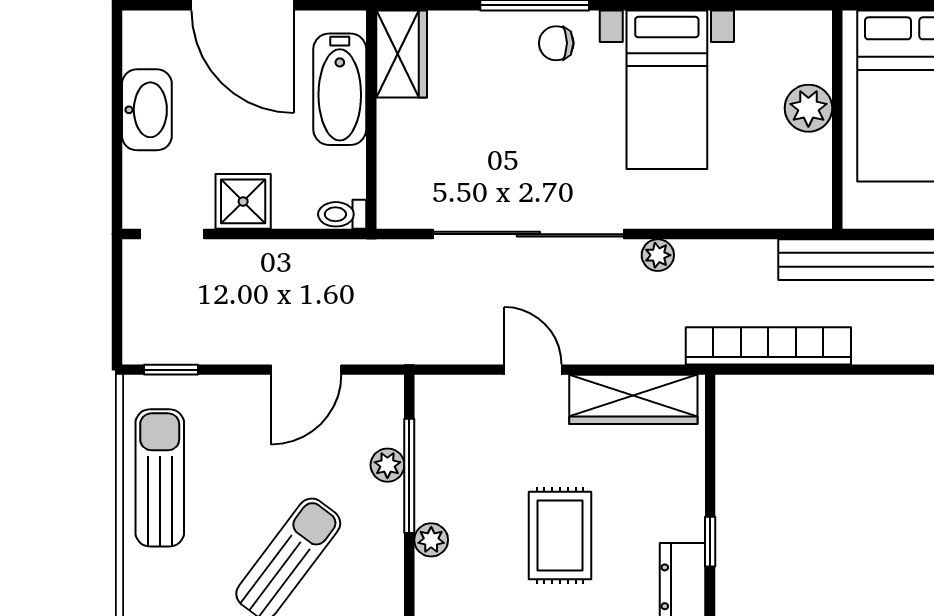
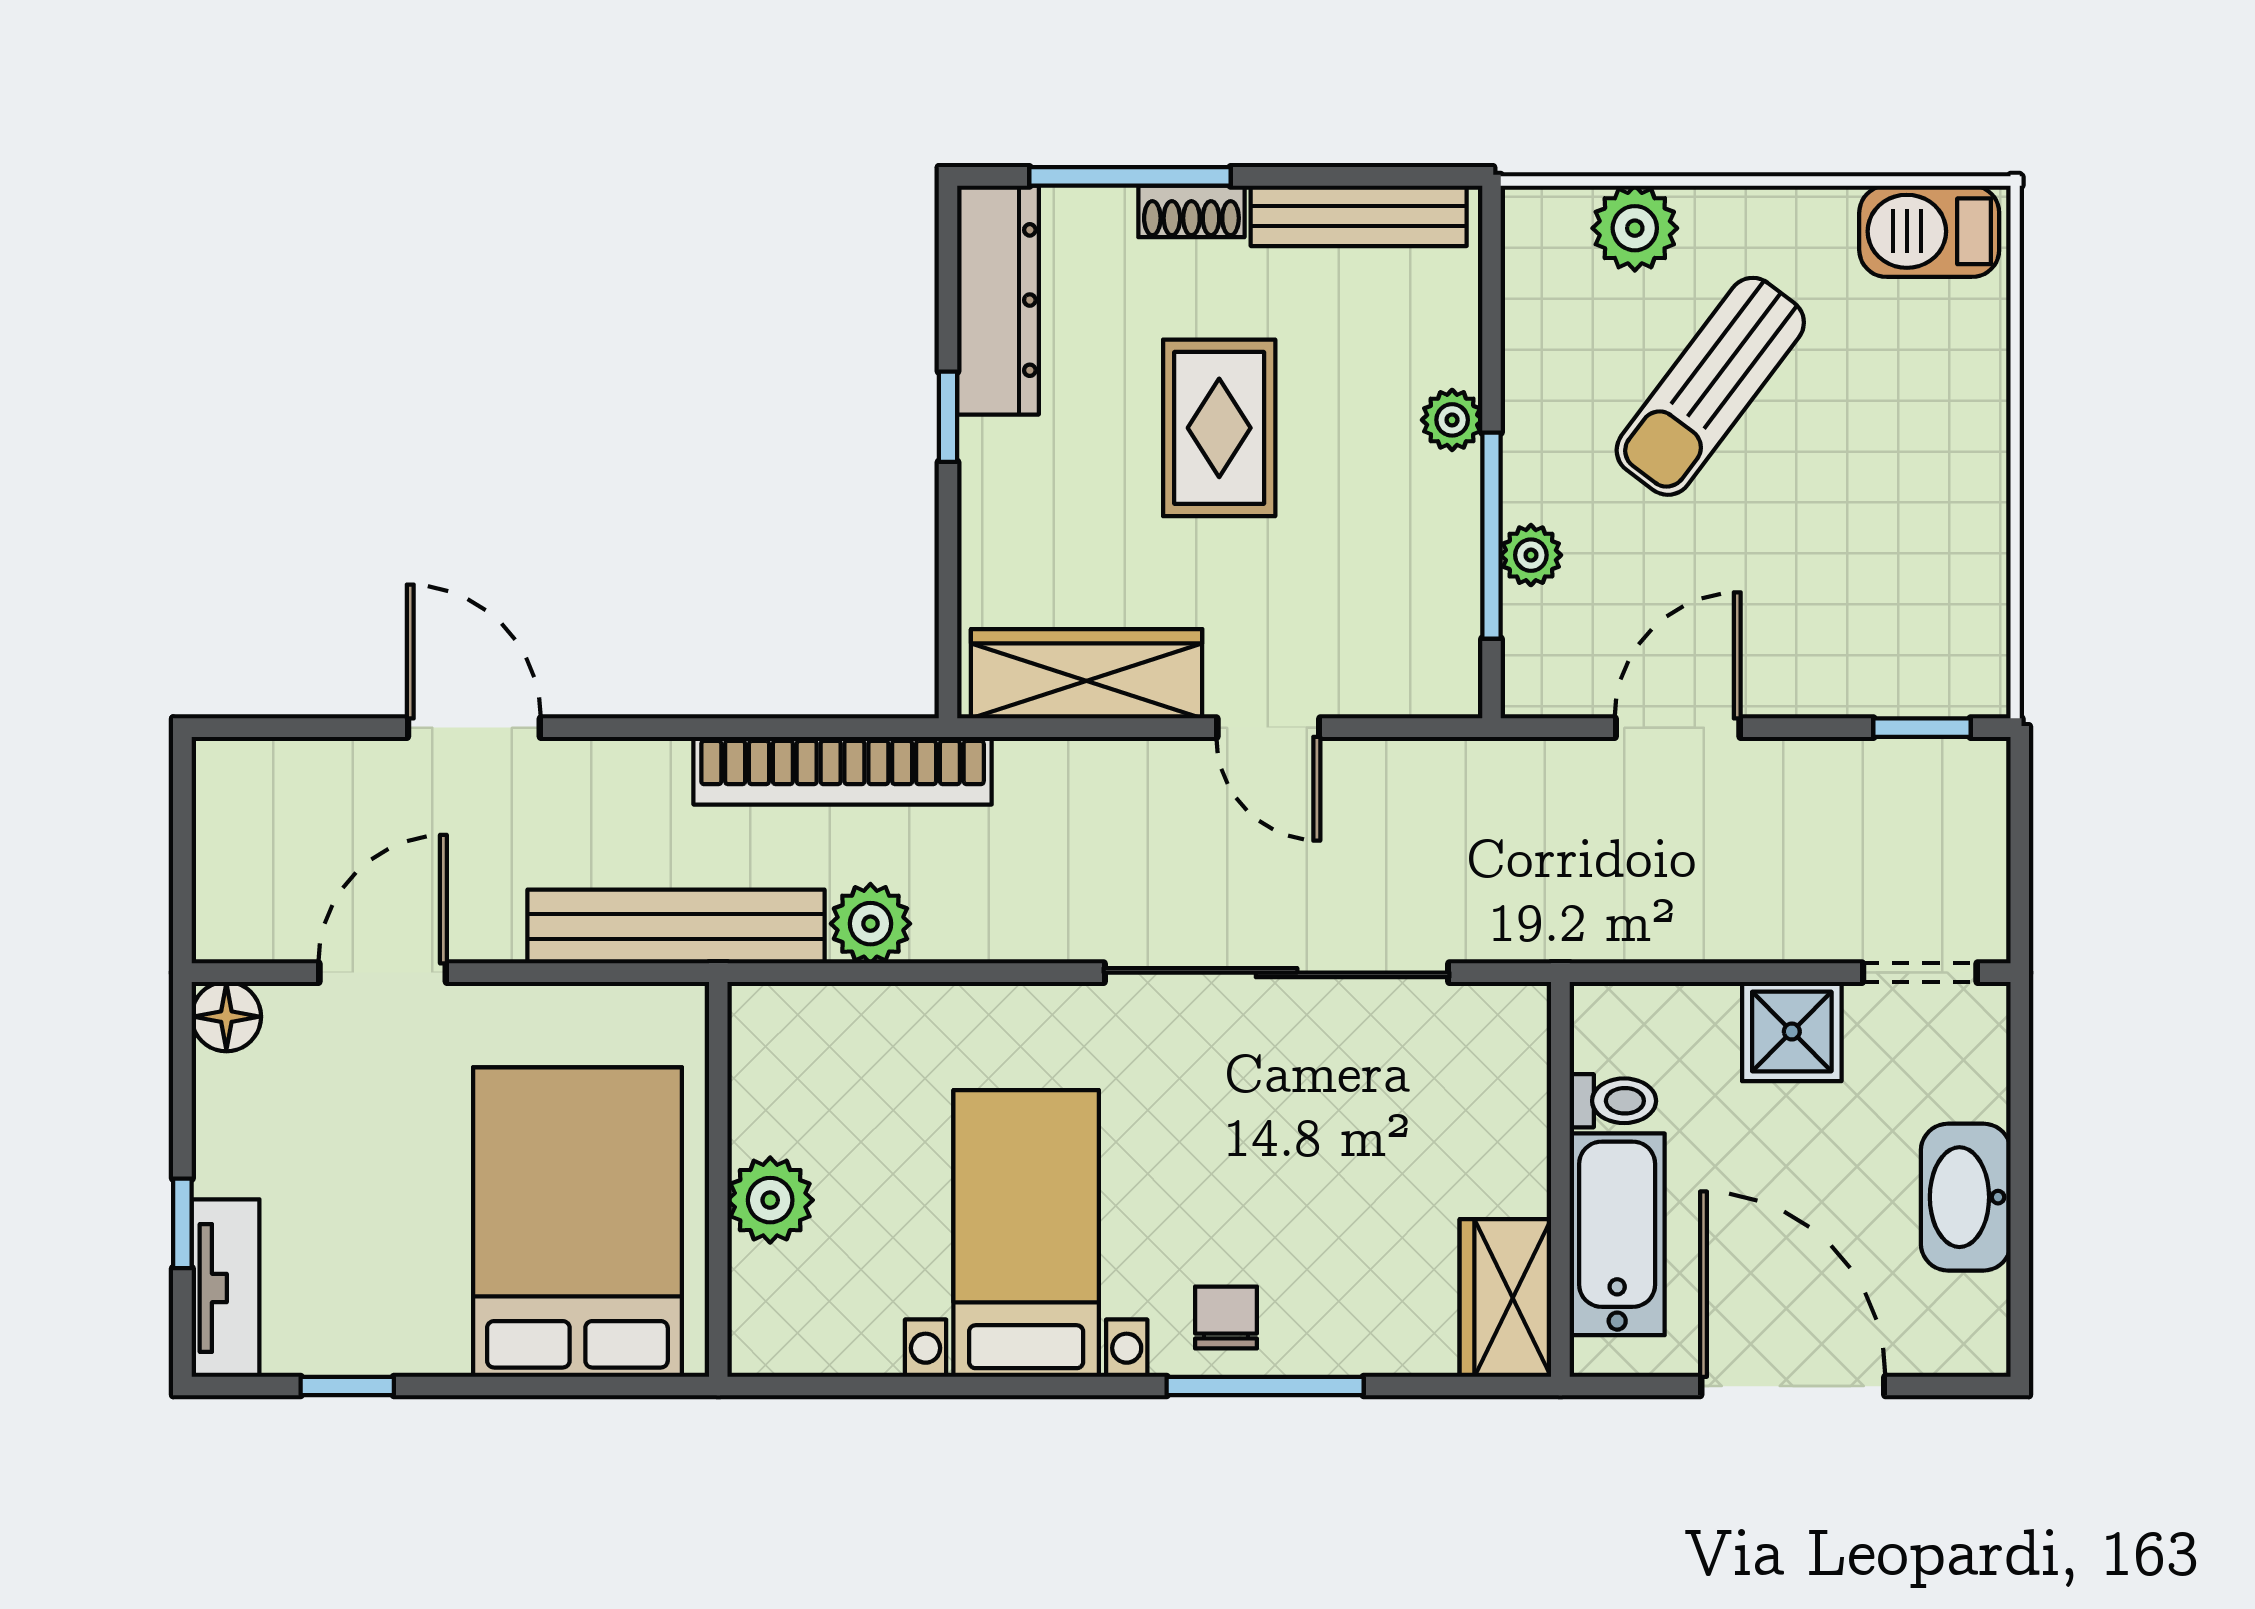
chair: (556, 43) -> (1226, 1317), turned -90
toilet: (342, 214) -> (1613, 1101), moved
plant: (658, 255) -> (870, 924), moved, width x1.38, depth x1.38
sun lounger: (160, 478) -> (1942, 532), removed

